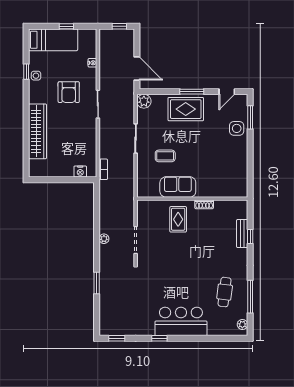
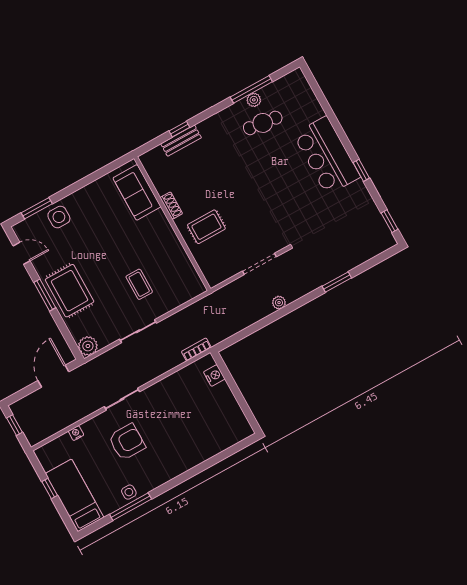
window: (26, 72) -> (131, 507), width x2.17
wardrobe: (38, 131) -> (194, 453), removed
sofa: (178, 187) -> (137, 192), moved
plant: (242, 324) -> (254, 100), moved

